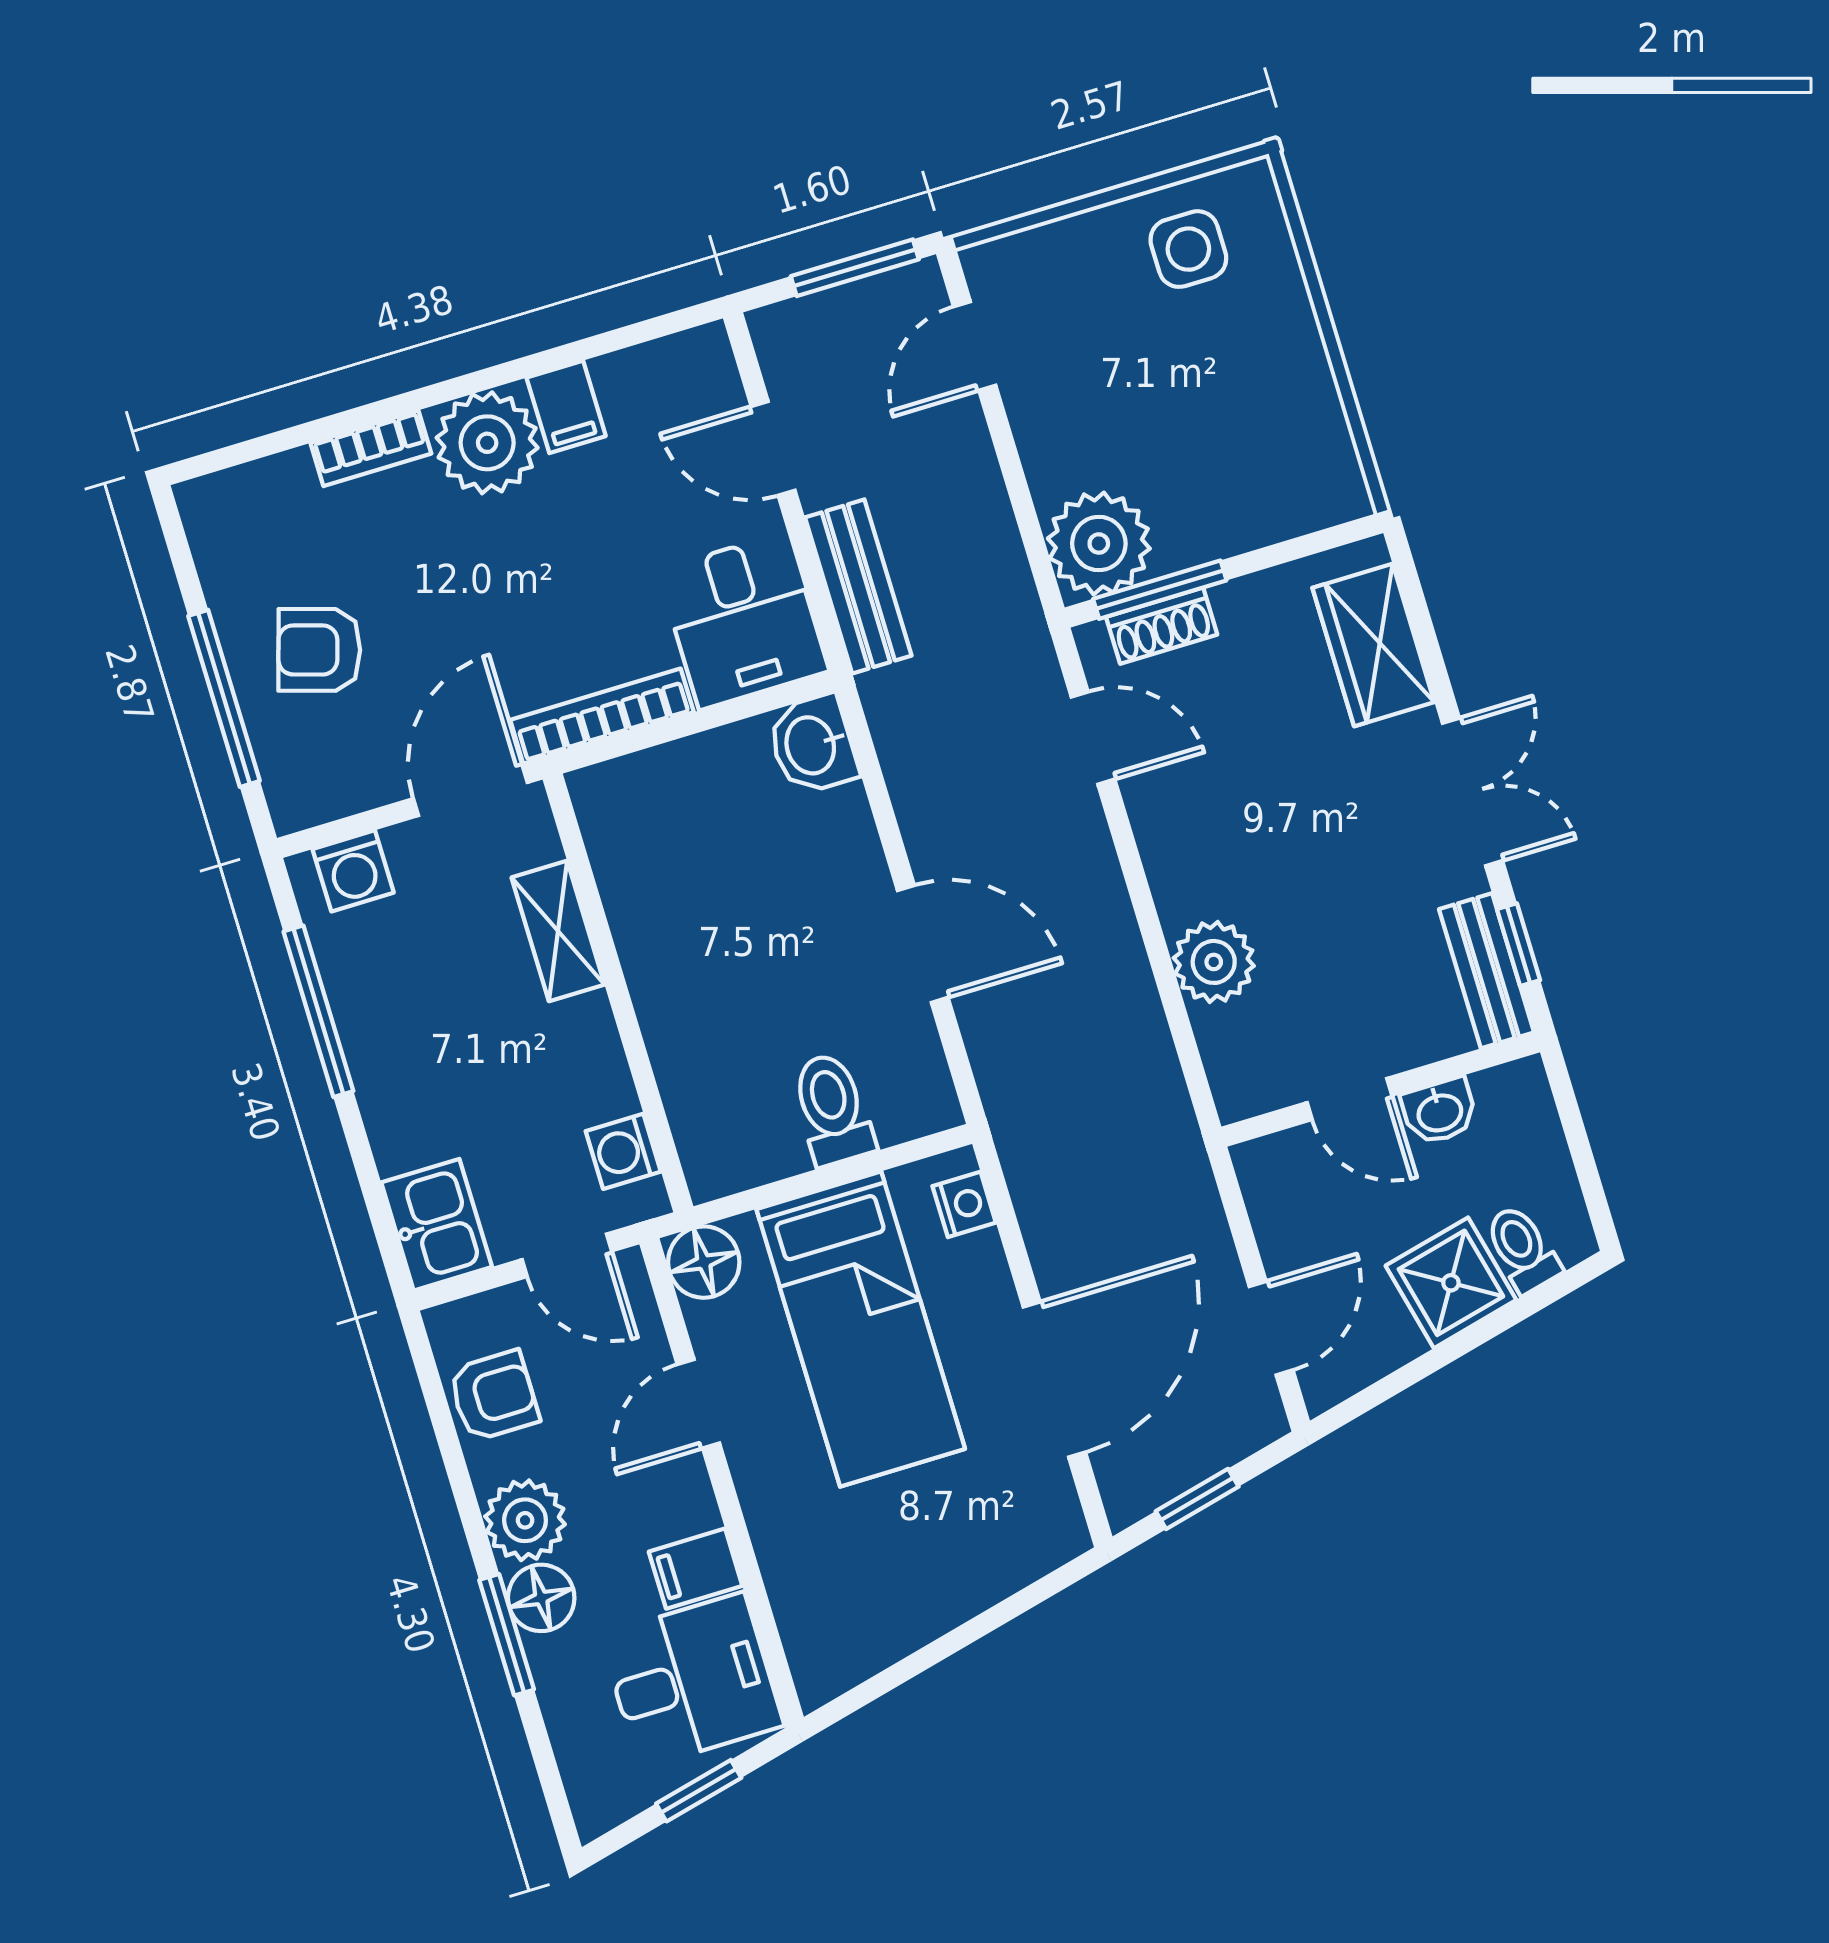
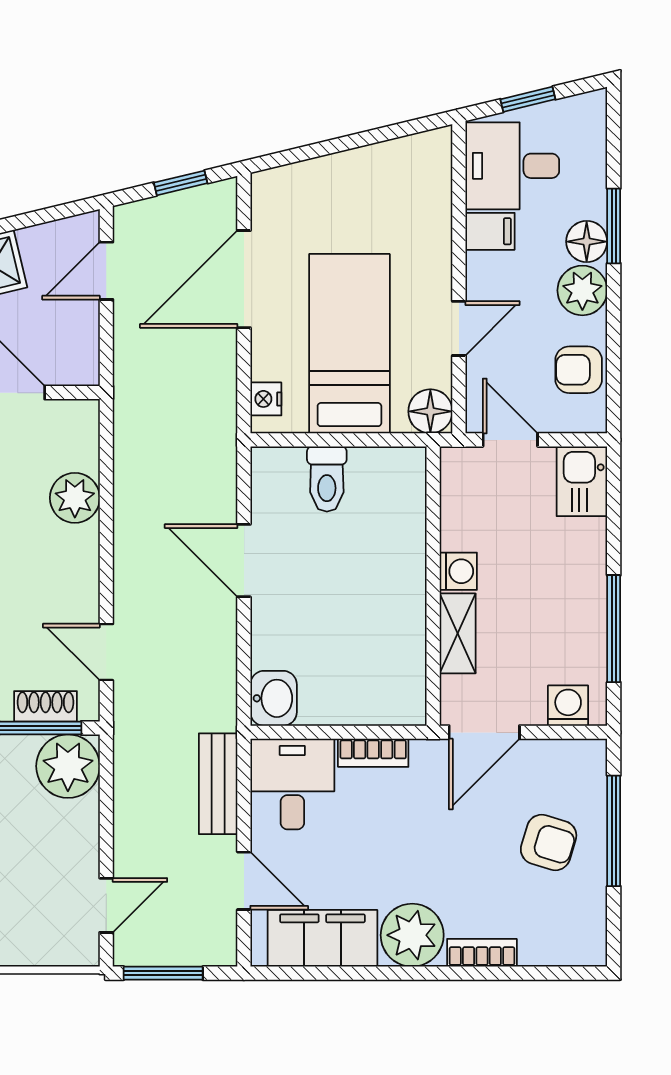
filing cabinet: (566, 407) -> (322, 938), width x3.00, depth x1.17
bookcase: (602, 716) -> (373, 753), width x0.64
washing machine: (623, 1151) -> (458, 571), moved

